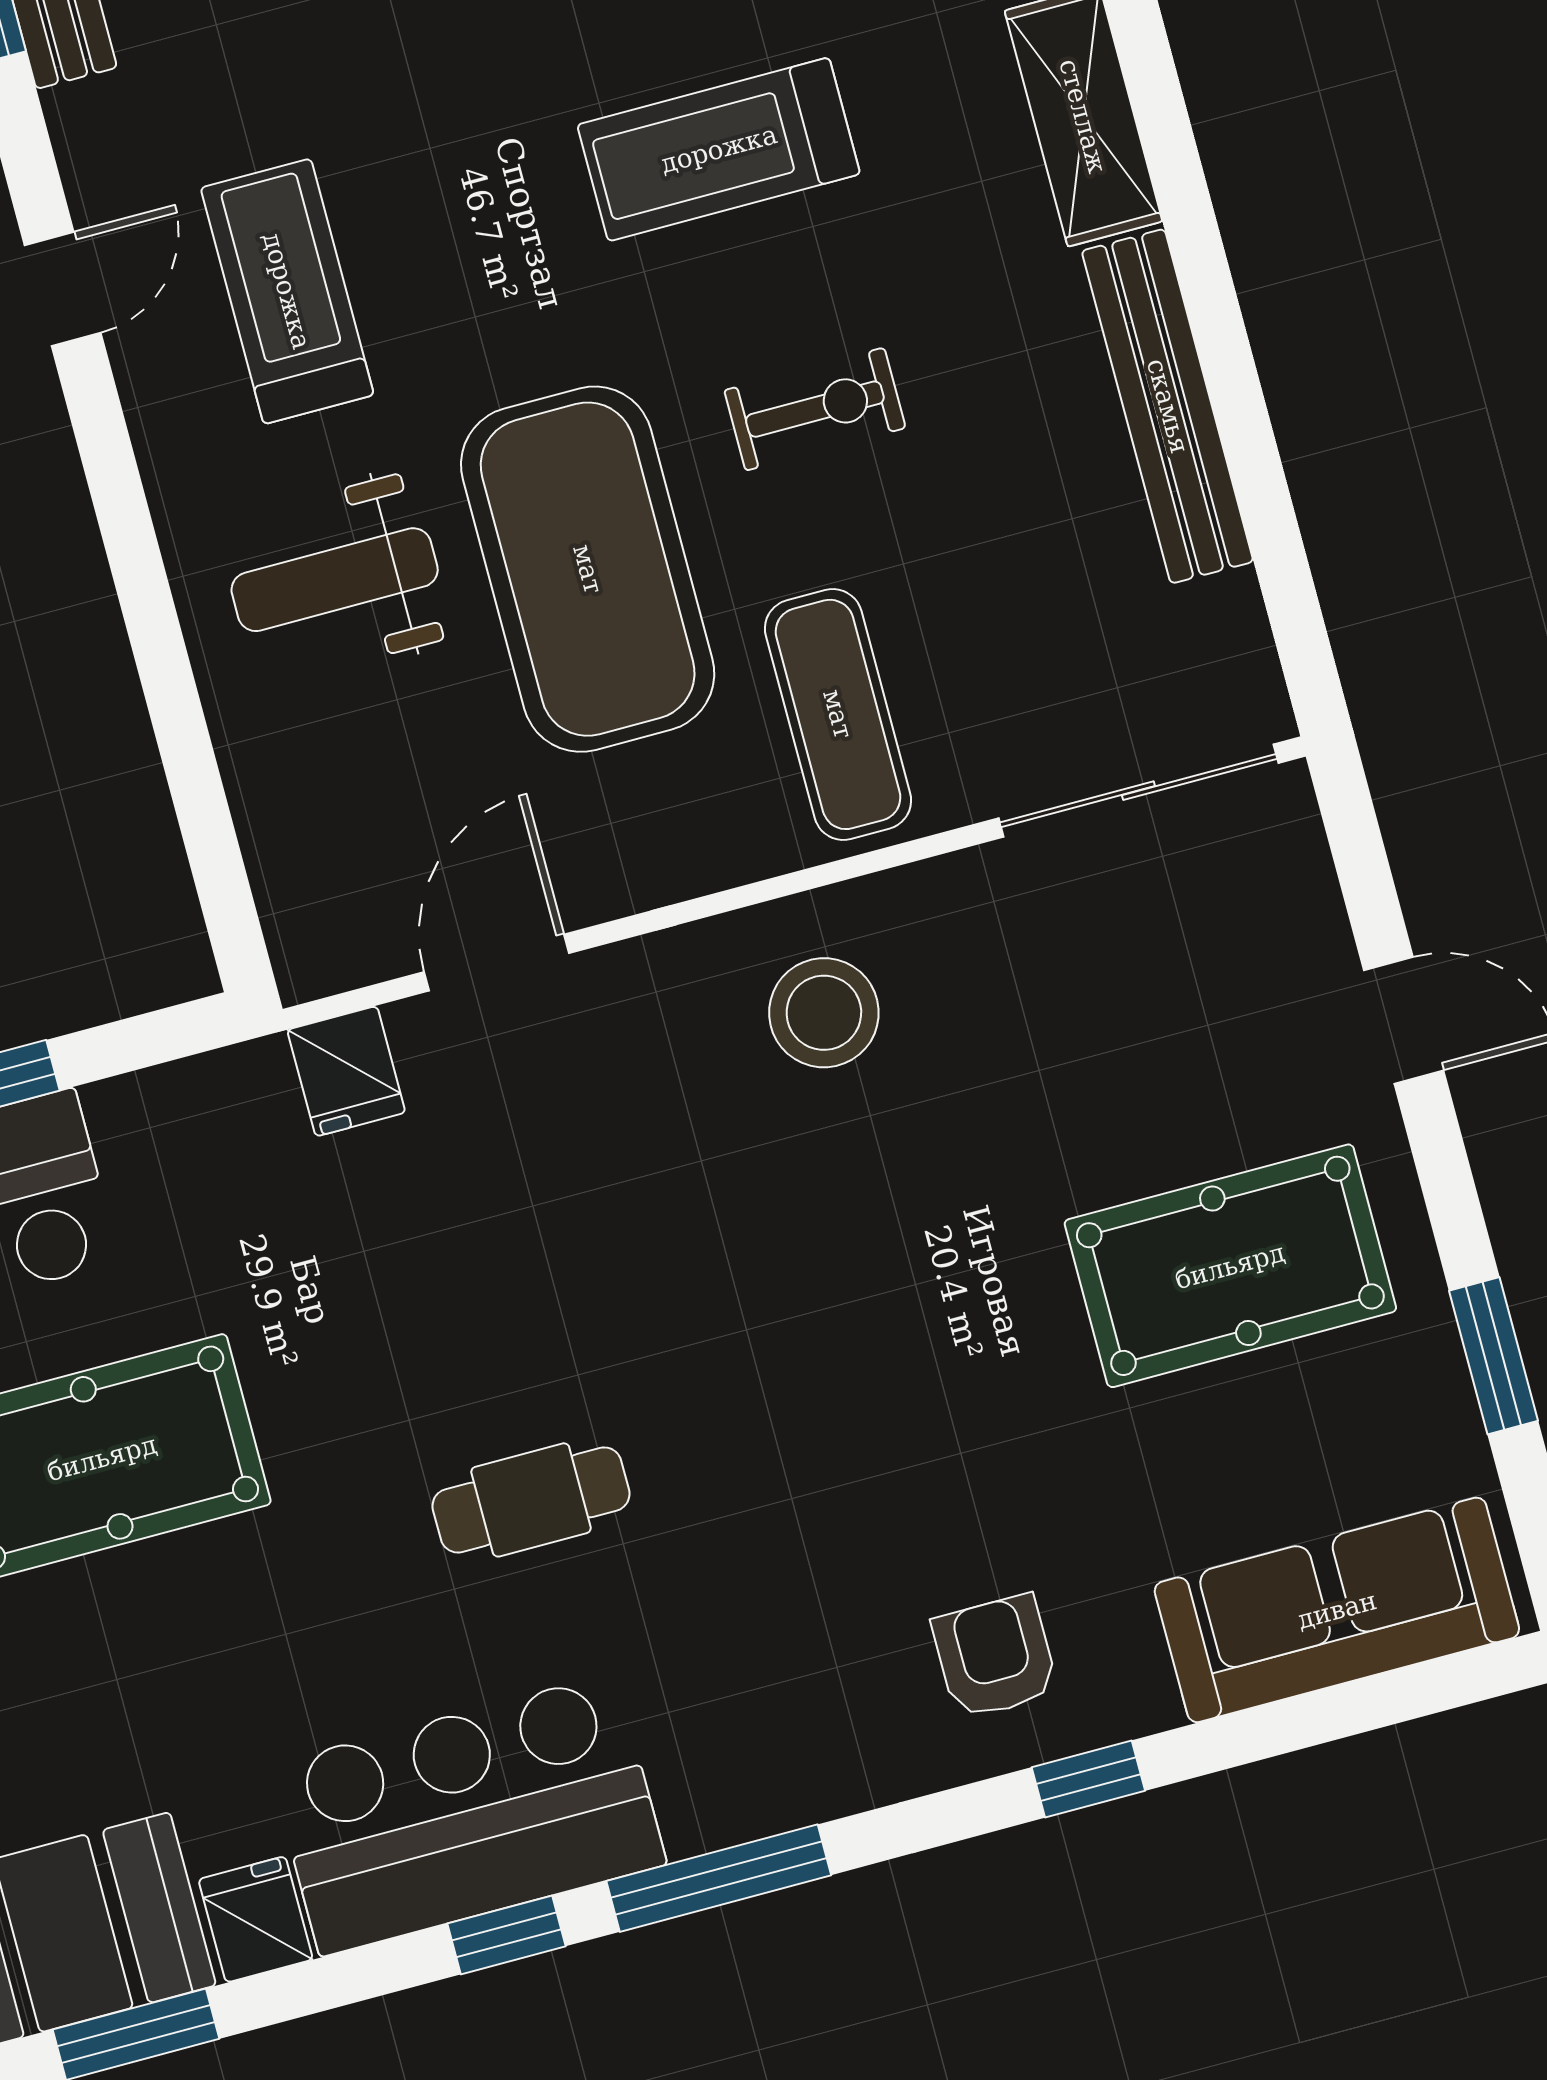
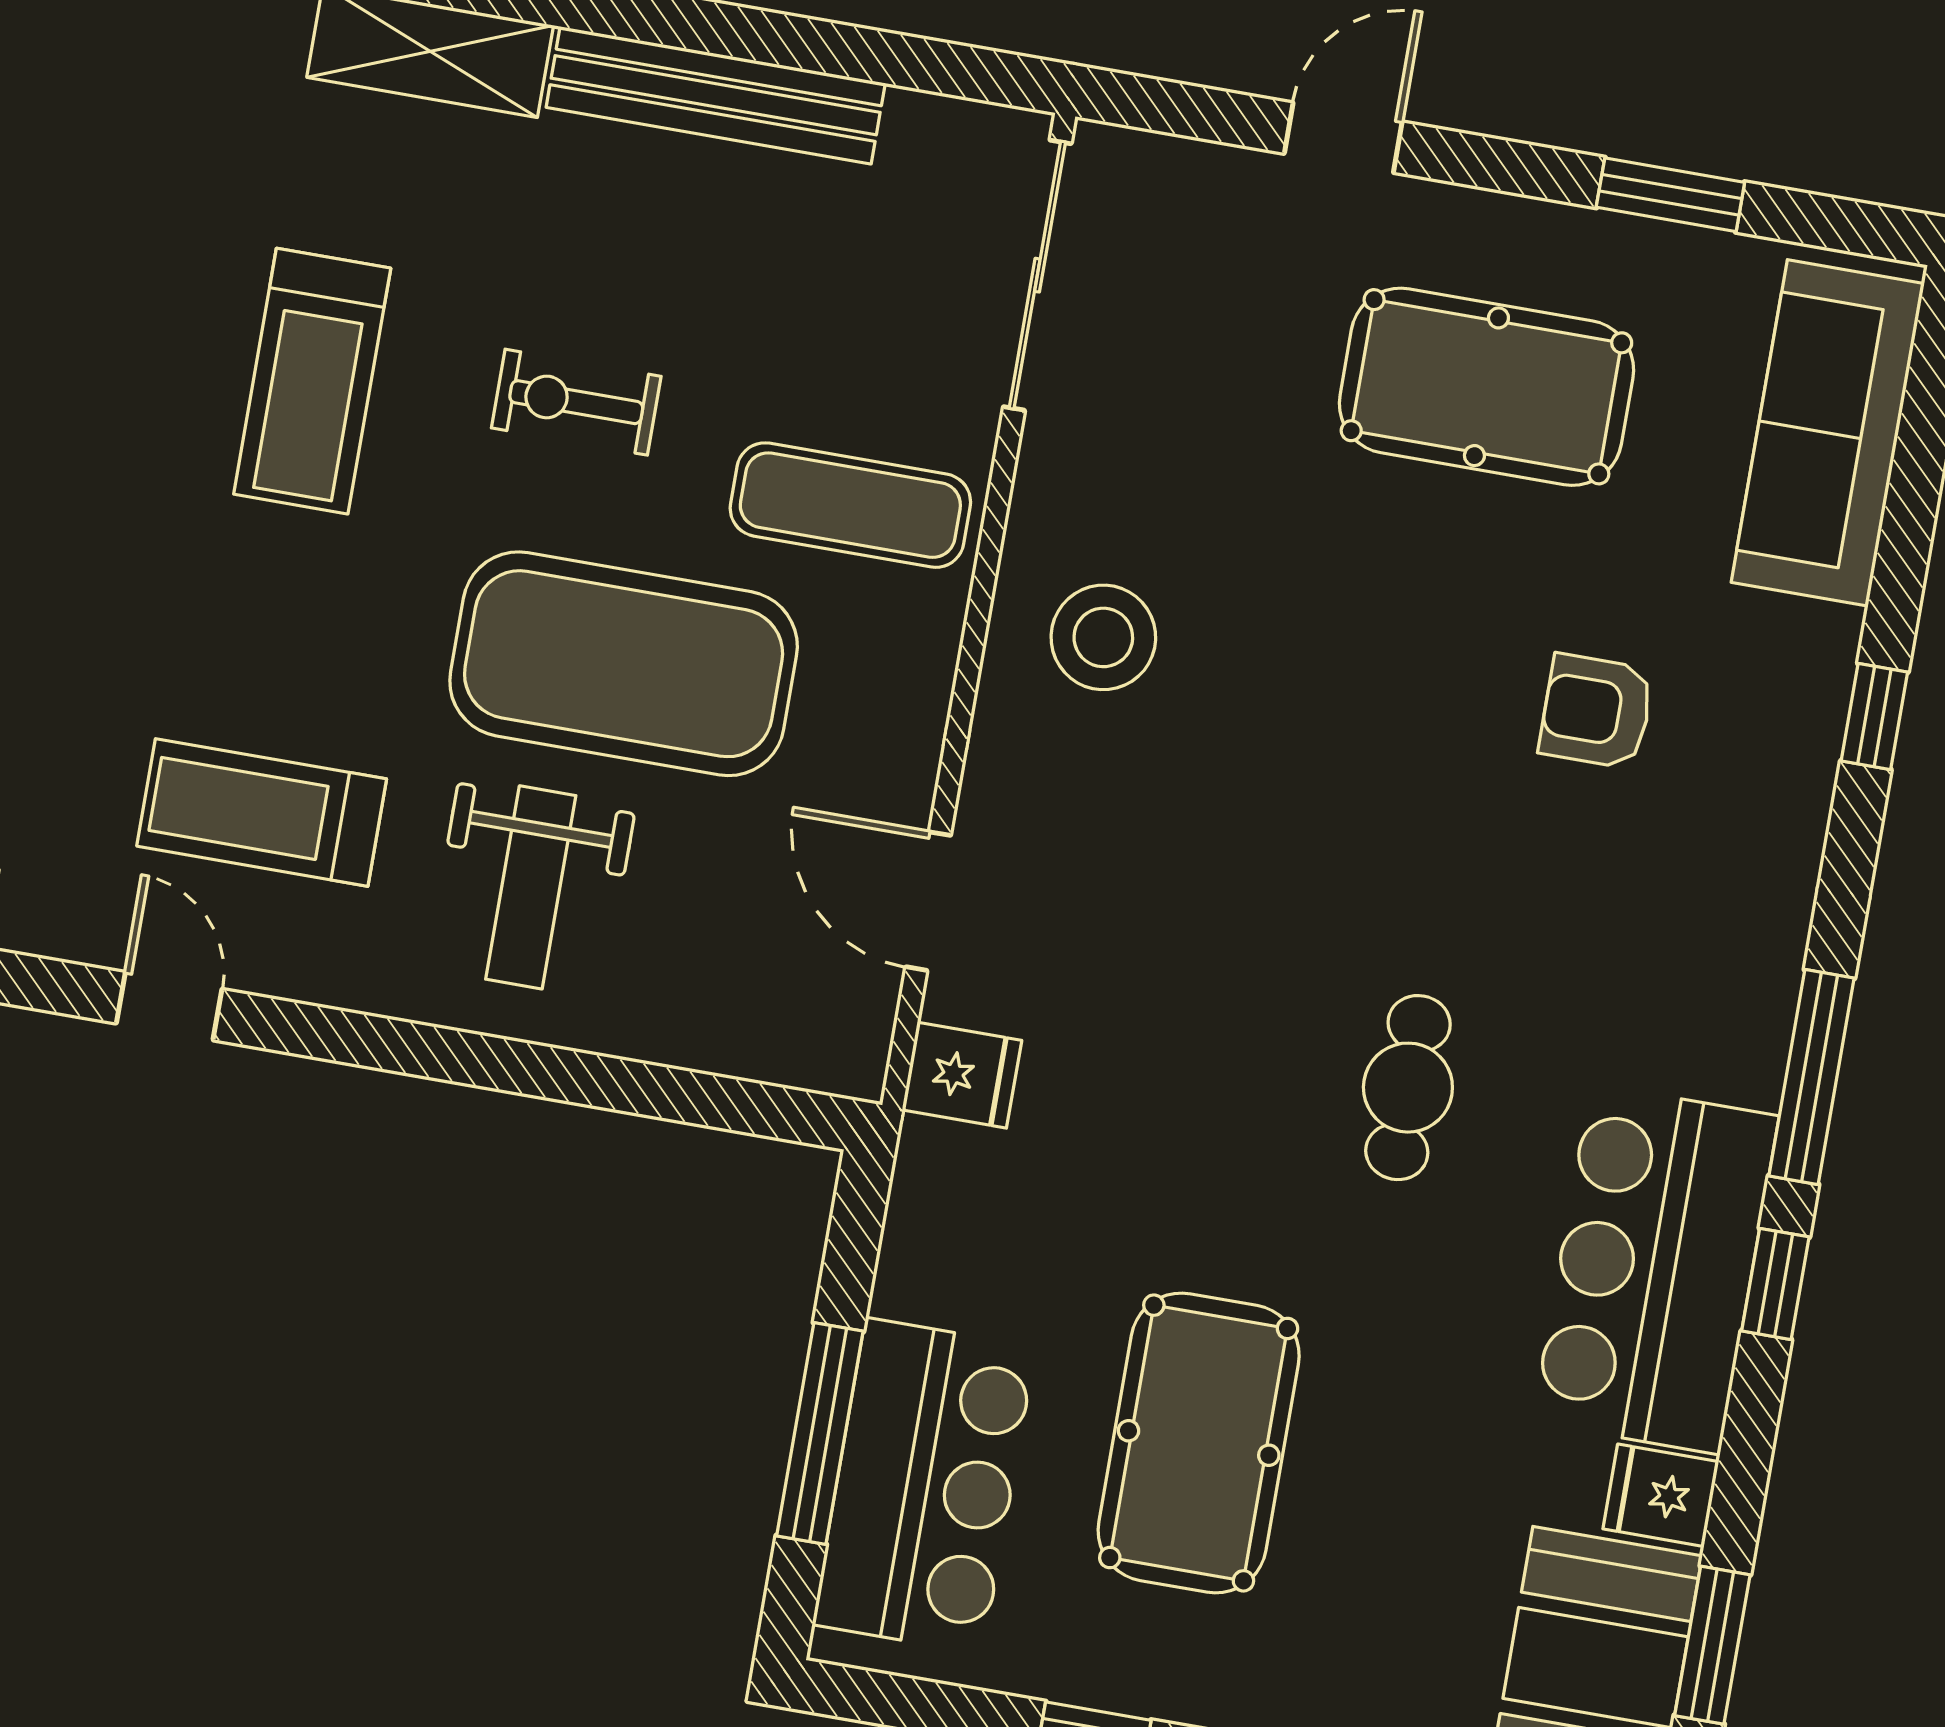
exercise bike: (815, 409) -> (576, 402), turned -90
pool table: (1230, 1266) -> (1486, 387), turned 90
armchair: (995, 1657) -> (1596, 711), moved

